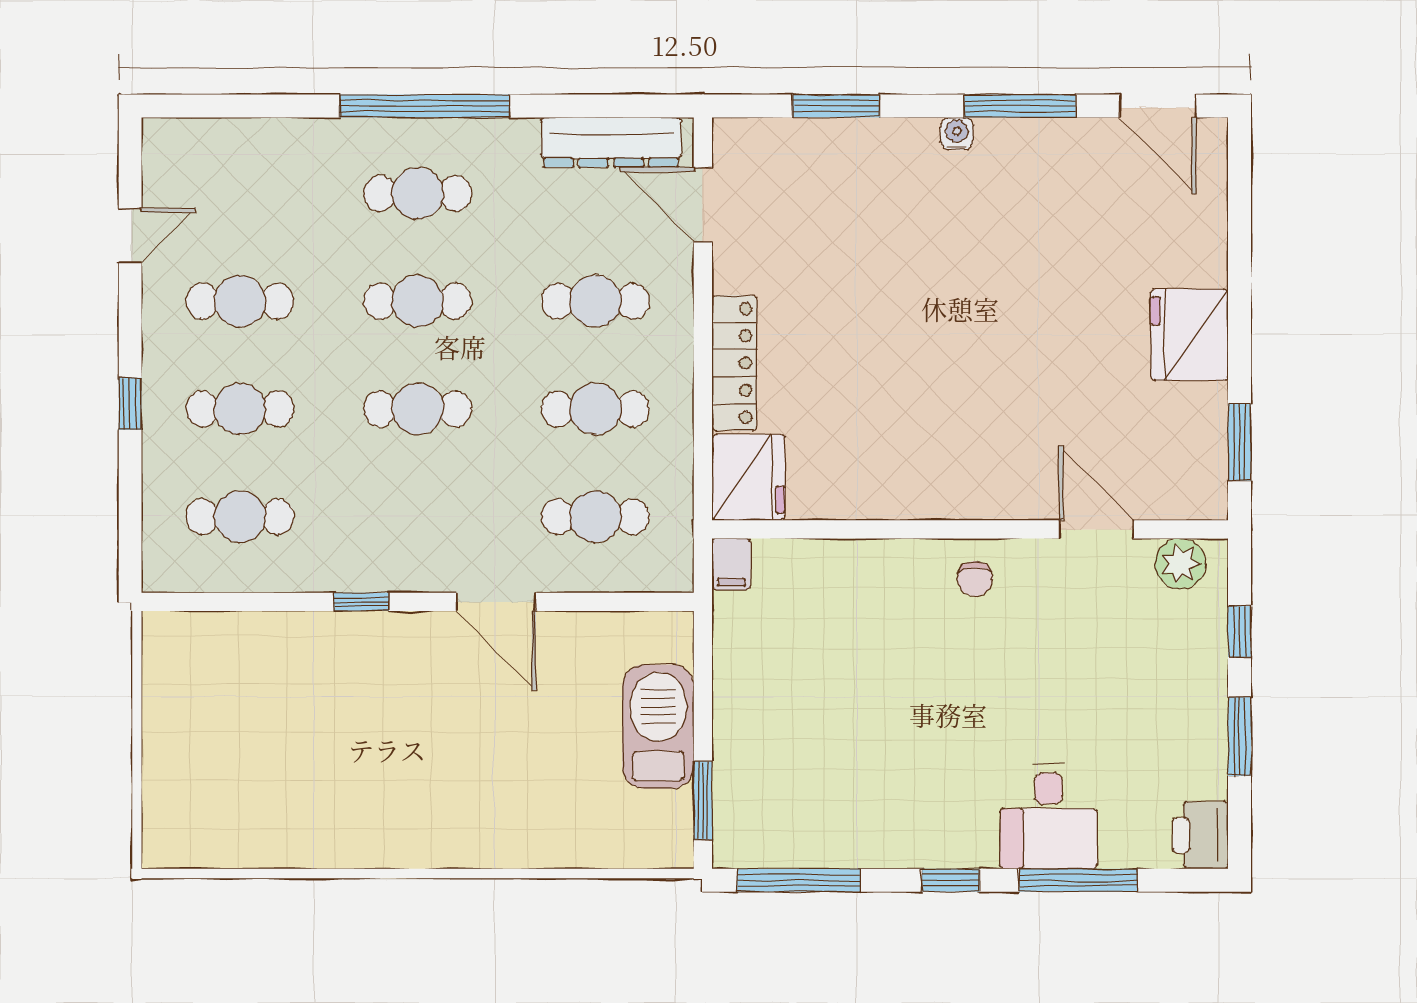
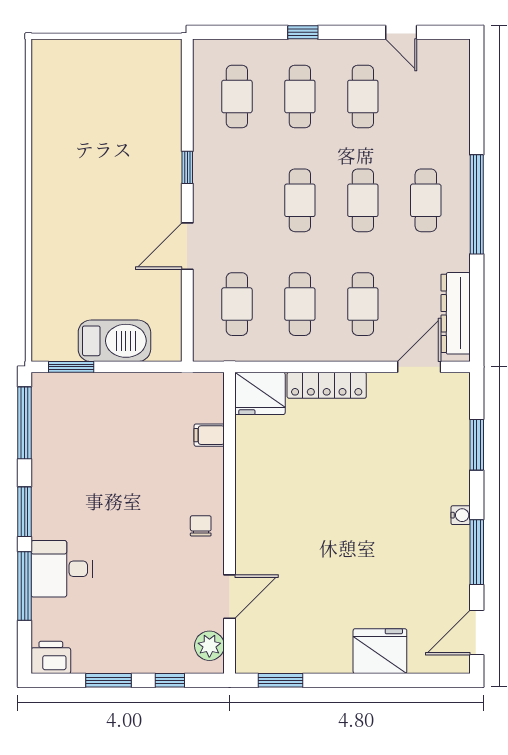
fridge: (1190, 335) -> (380, 651), moved
filing cabinet: (731, 564) -> (209, 435), moved
chair: (975, 579) -> (201, 526), turned 90
window: (951, 880) -> (25, 512), width x1.50

